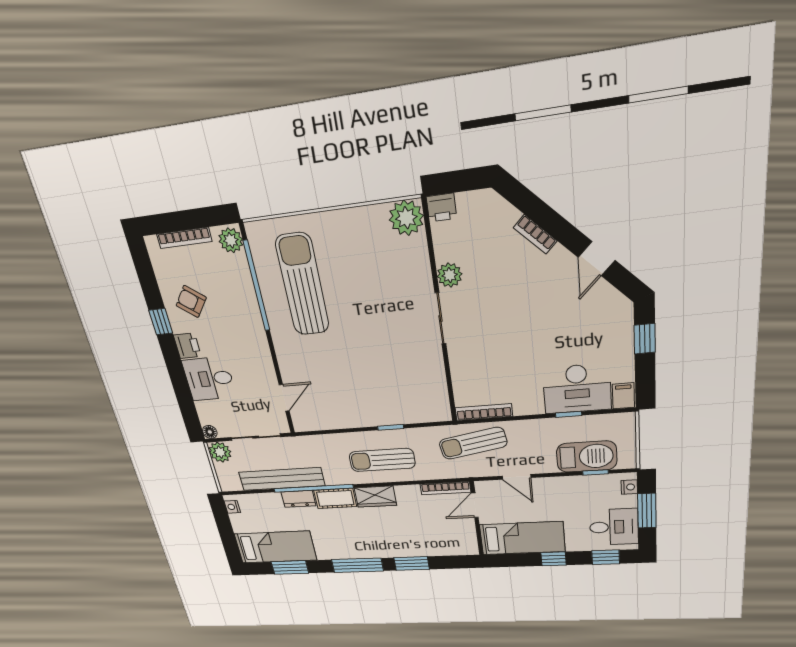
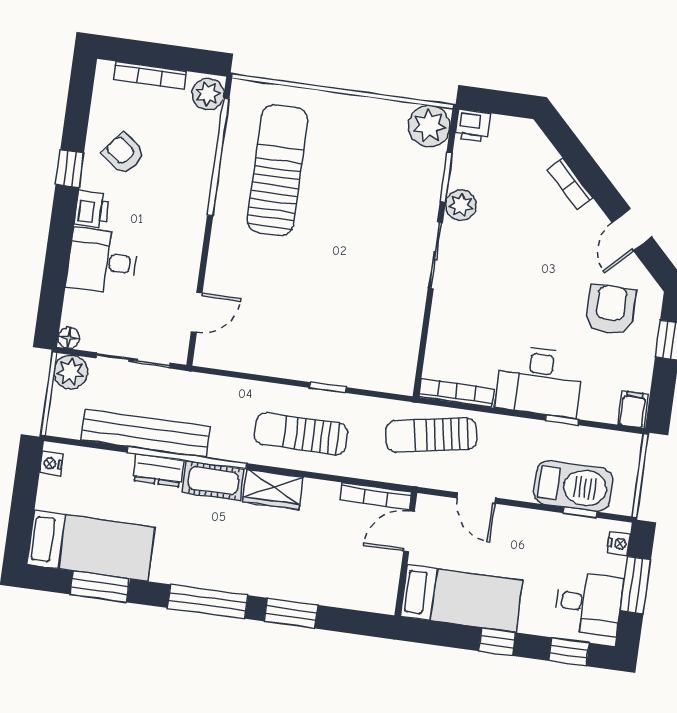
window: (432, 256) -> (446, 177), added
armchair: (591, 327) -> (610, 309), added
desk: (577, 389) -> (539, 381), moved

